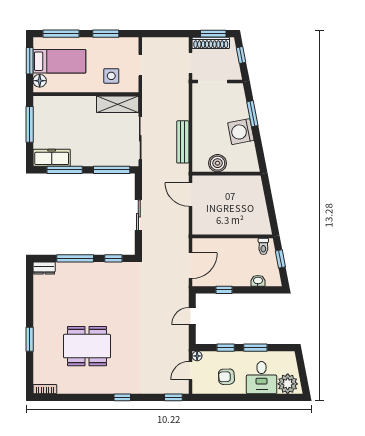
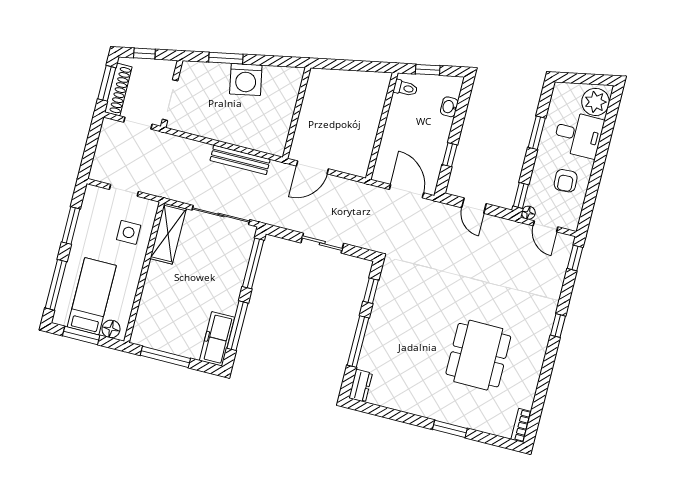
boiler: (217, 163) -> (280, 121), removed
window: (226, 348) -> (521, 195), moved

